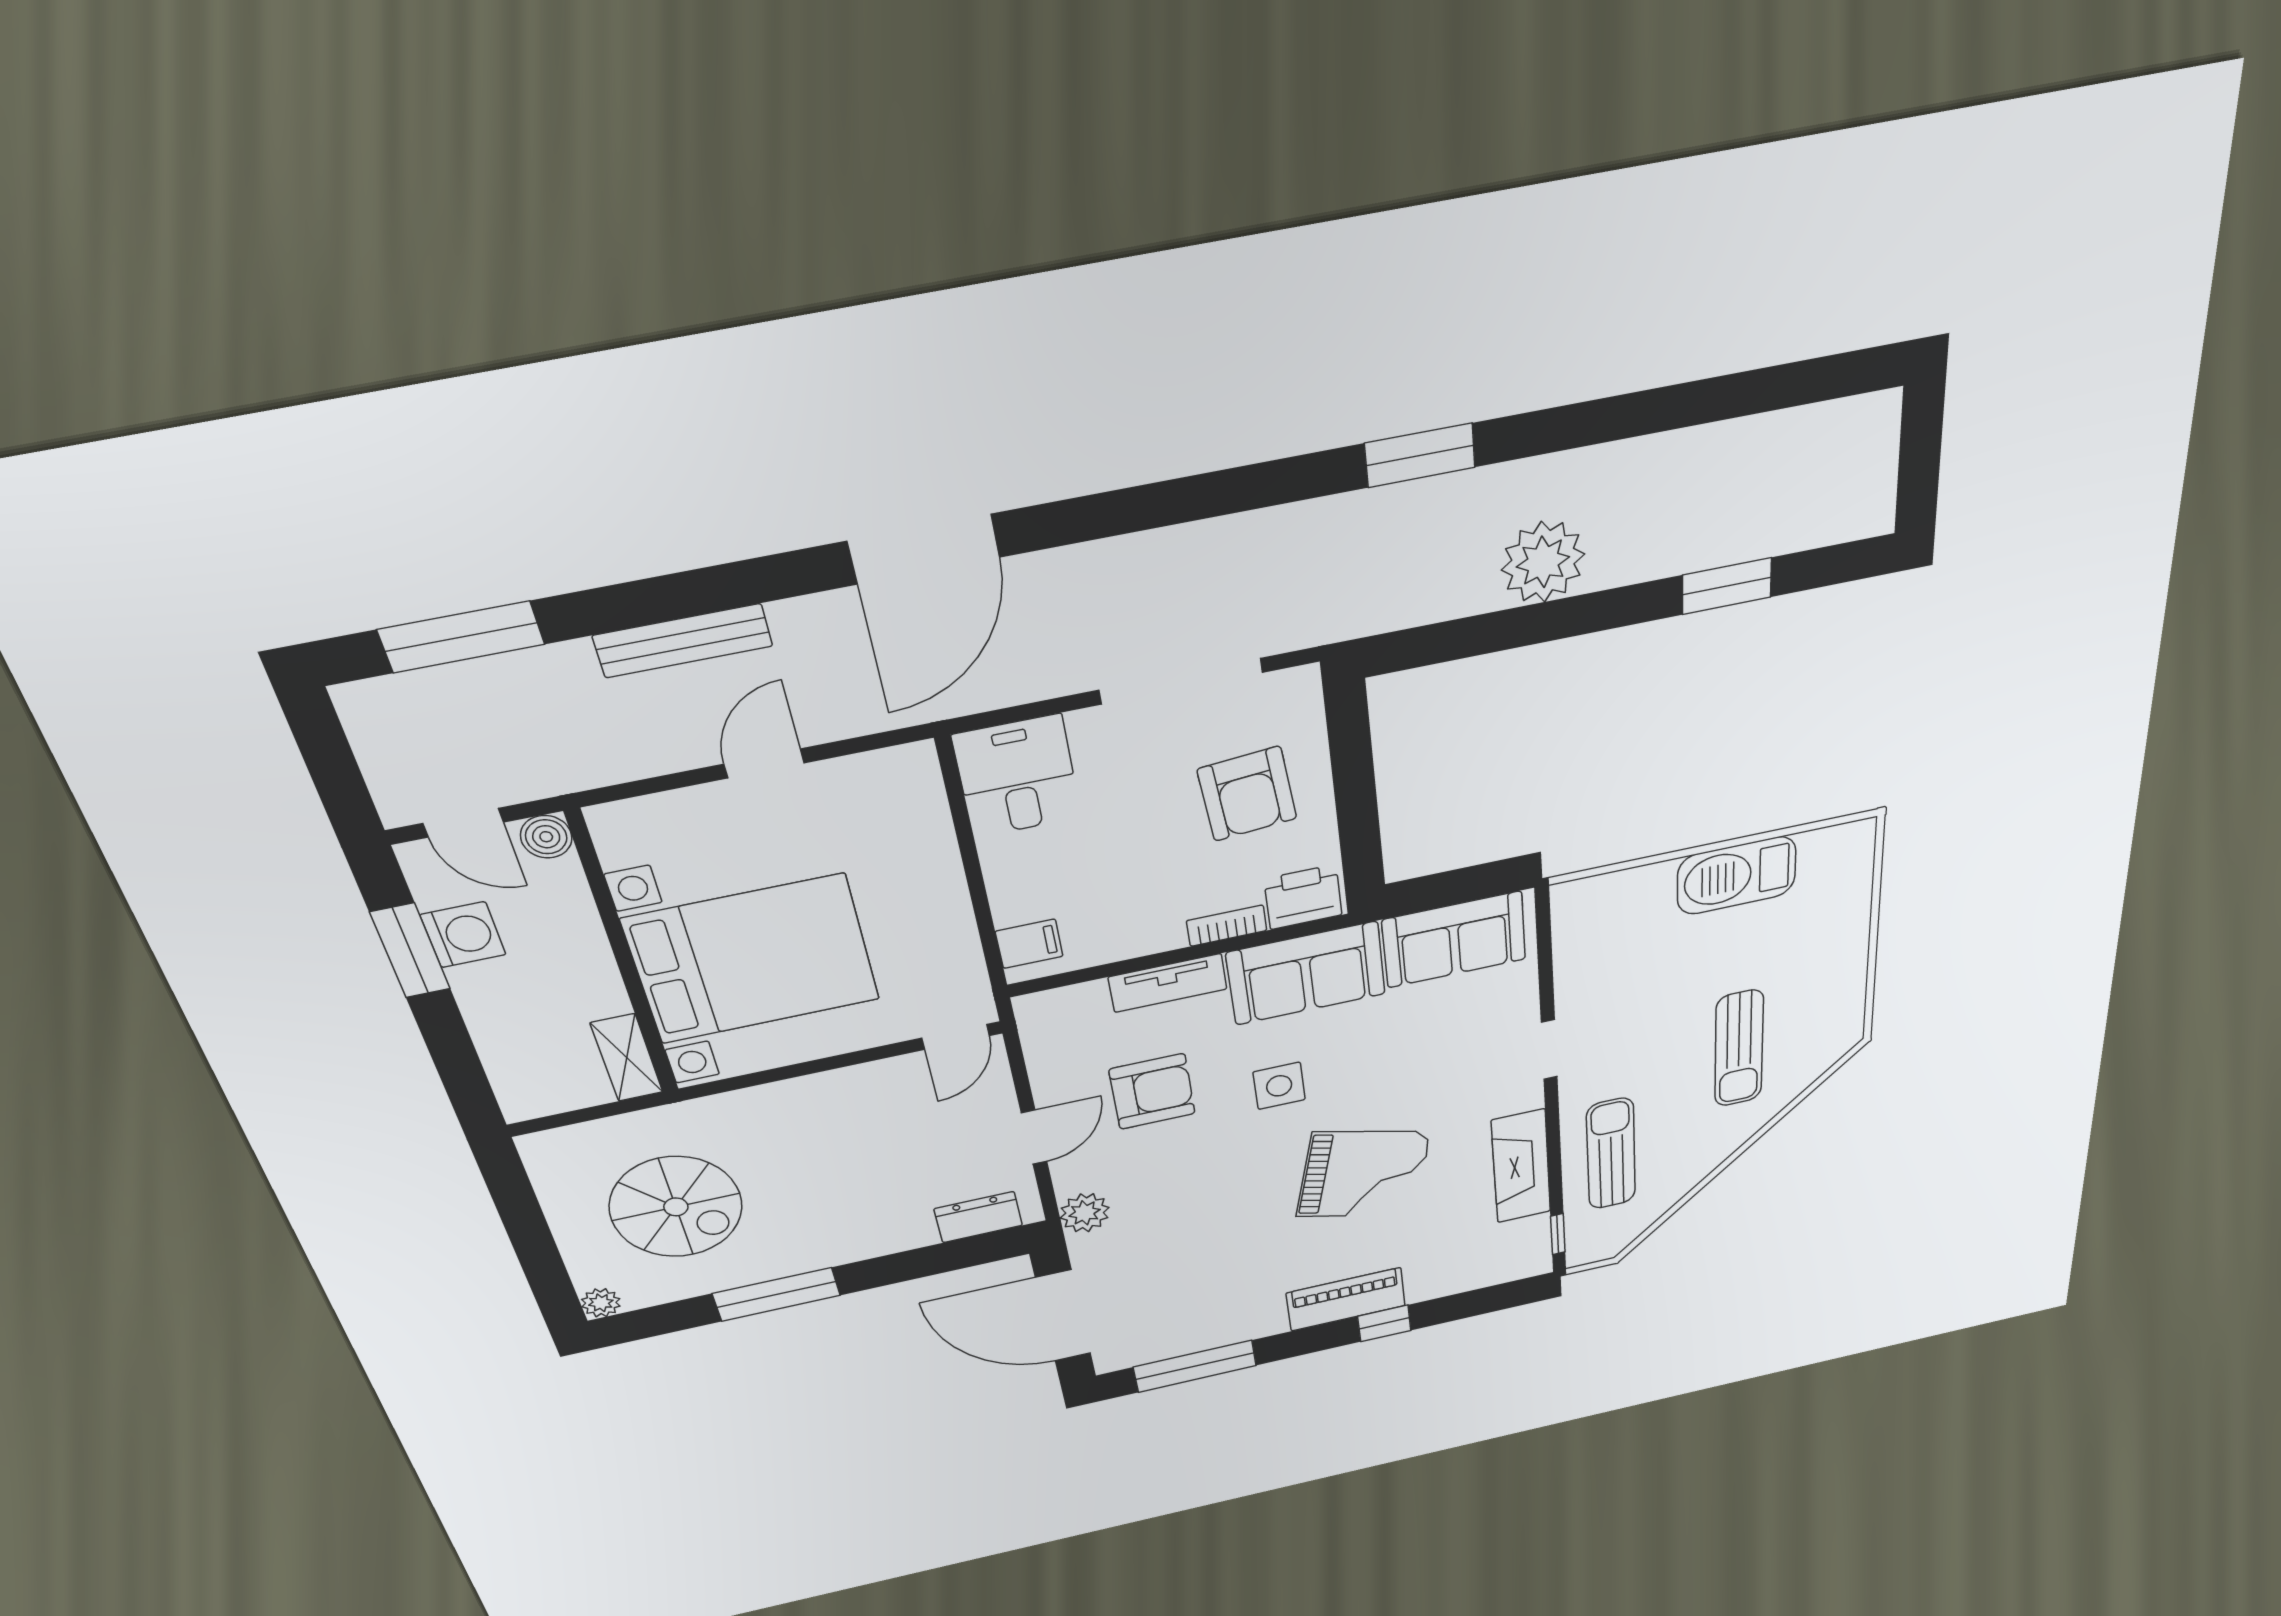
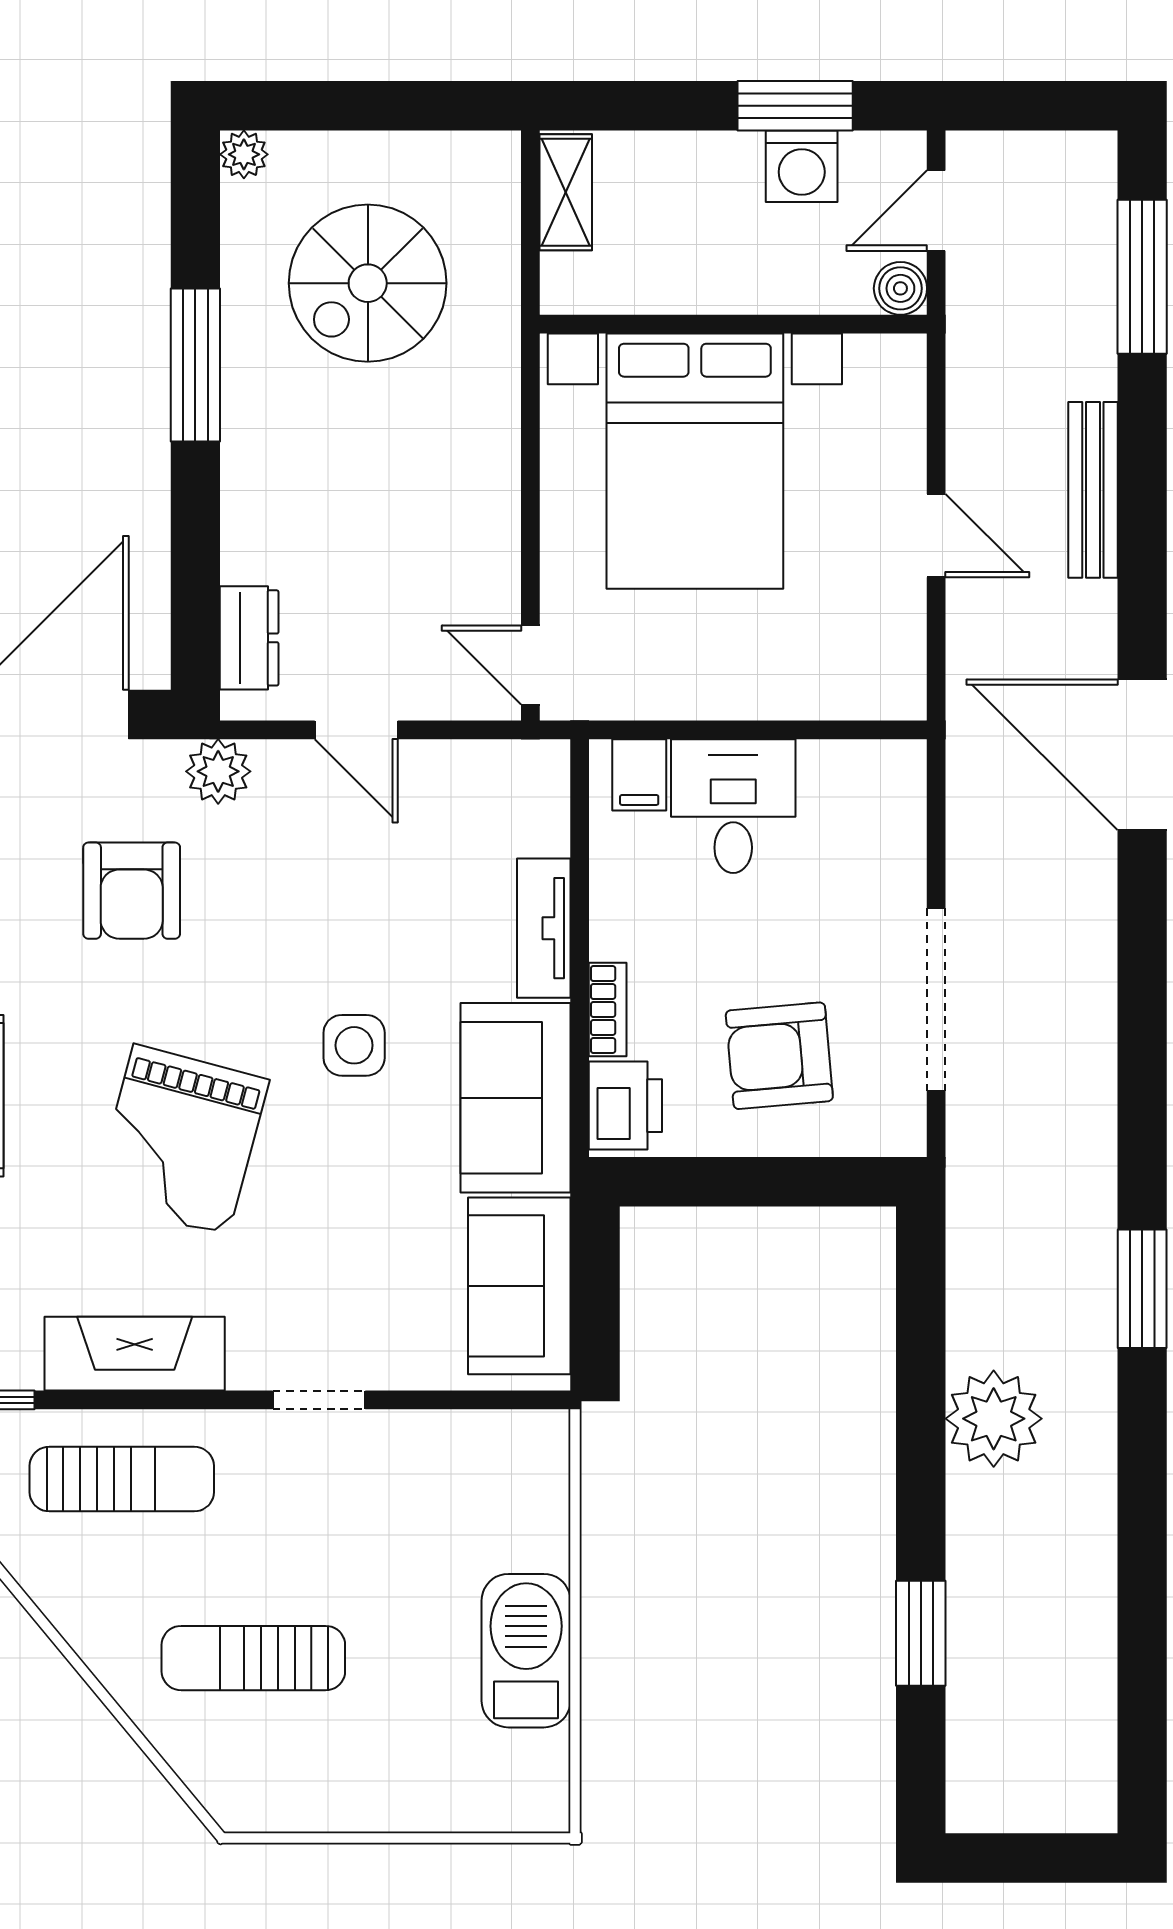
desk: (1017, 776) -> (733, 806), moved, turned -90
shelving: (627, 1058) -> (566, 192), moved, turned 90
armchair: (1152, 1092) -> (132, 891), moved

